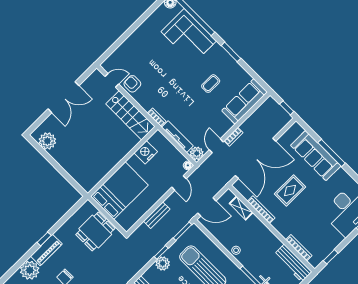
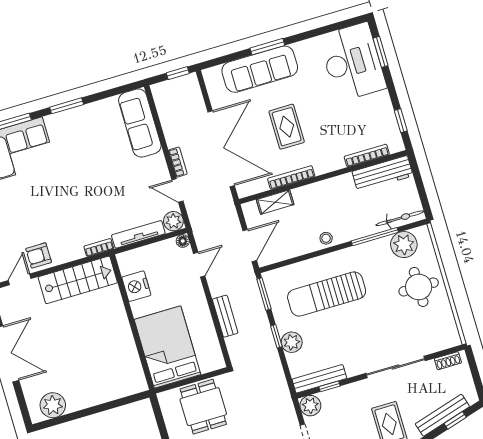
coffee table: (211, 84) -> (93, 154), removed
window: (332, 153) -> (267, 47), width x0.69
door: (179, 183) -> (199, 265), hinge flipped

